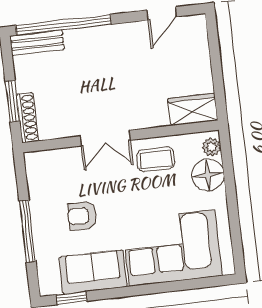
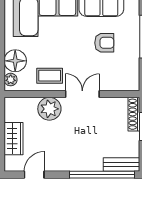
wardrobe: (193, 109) -> (14, 139), moved, turned -90
plant: (151, 111) -> (49, 109), added

